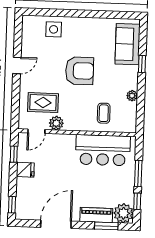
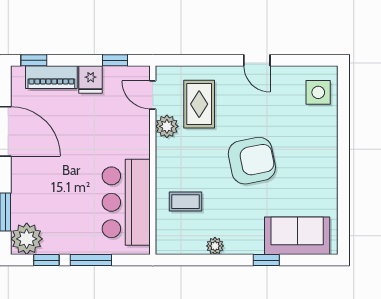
side table: (54, 29) -> (318, 92), moved
armchair: (80, 71) -> (252, 161), turned -101
piano: (96, 215) -> (51, 77), moved, turned 90

